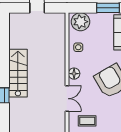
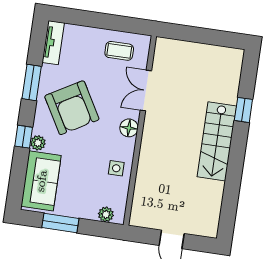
plant: (80, 22) -> (106, 214), width x0.53, depth x0.53

